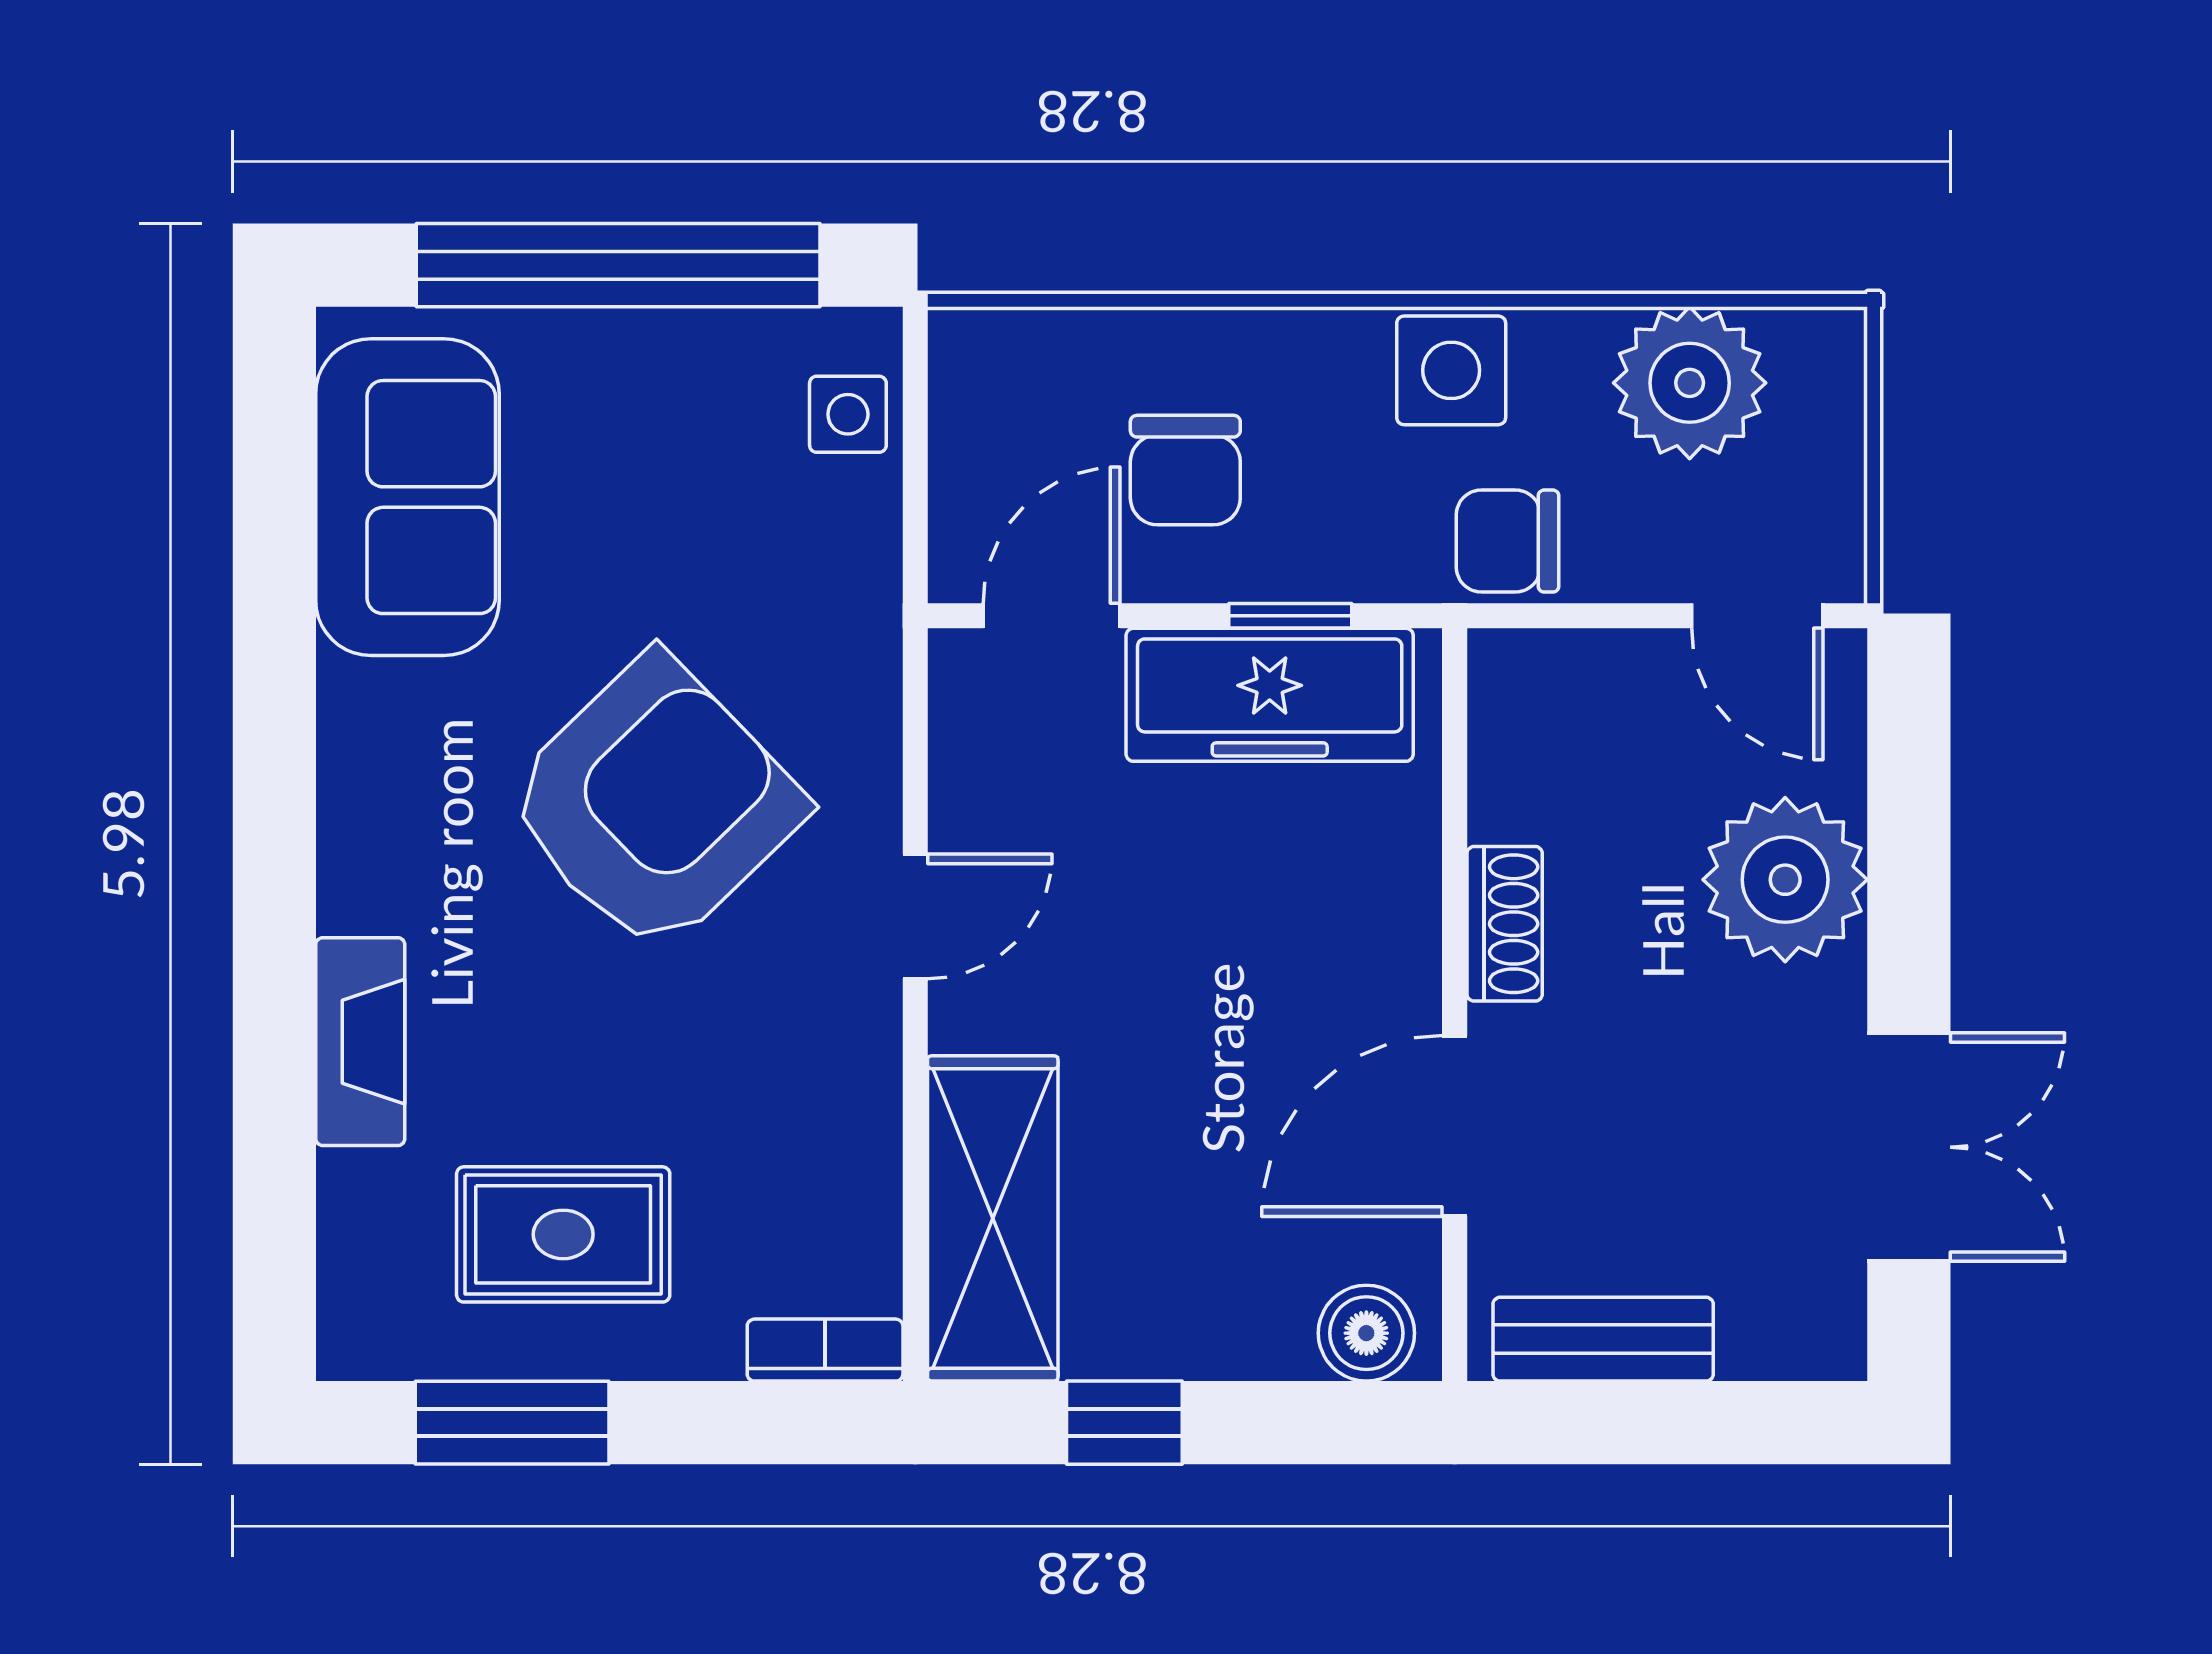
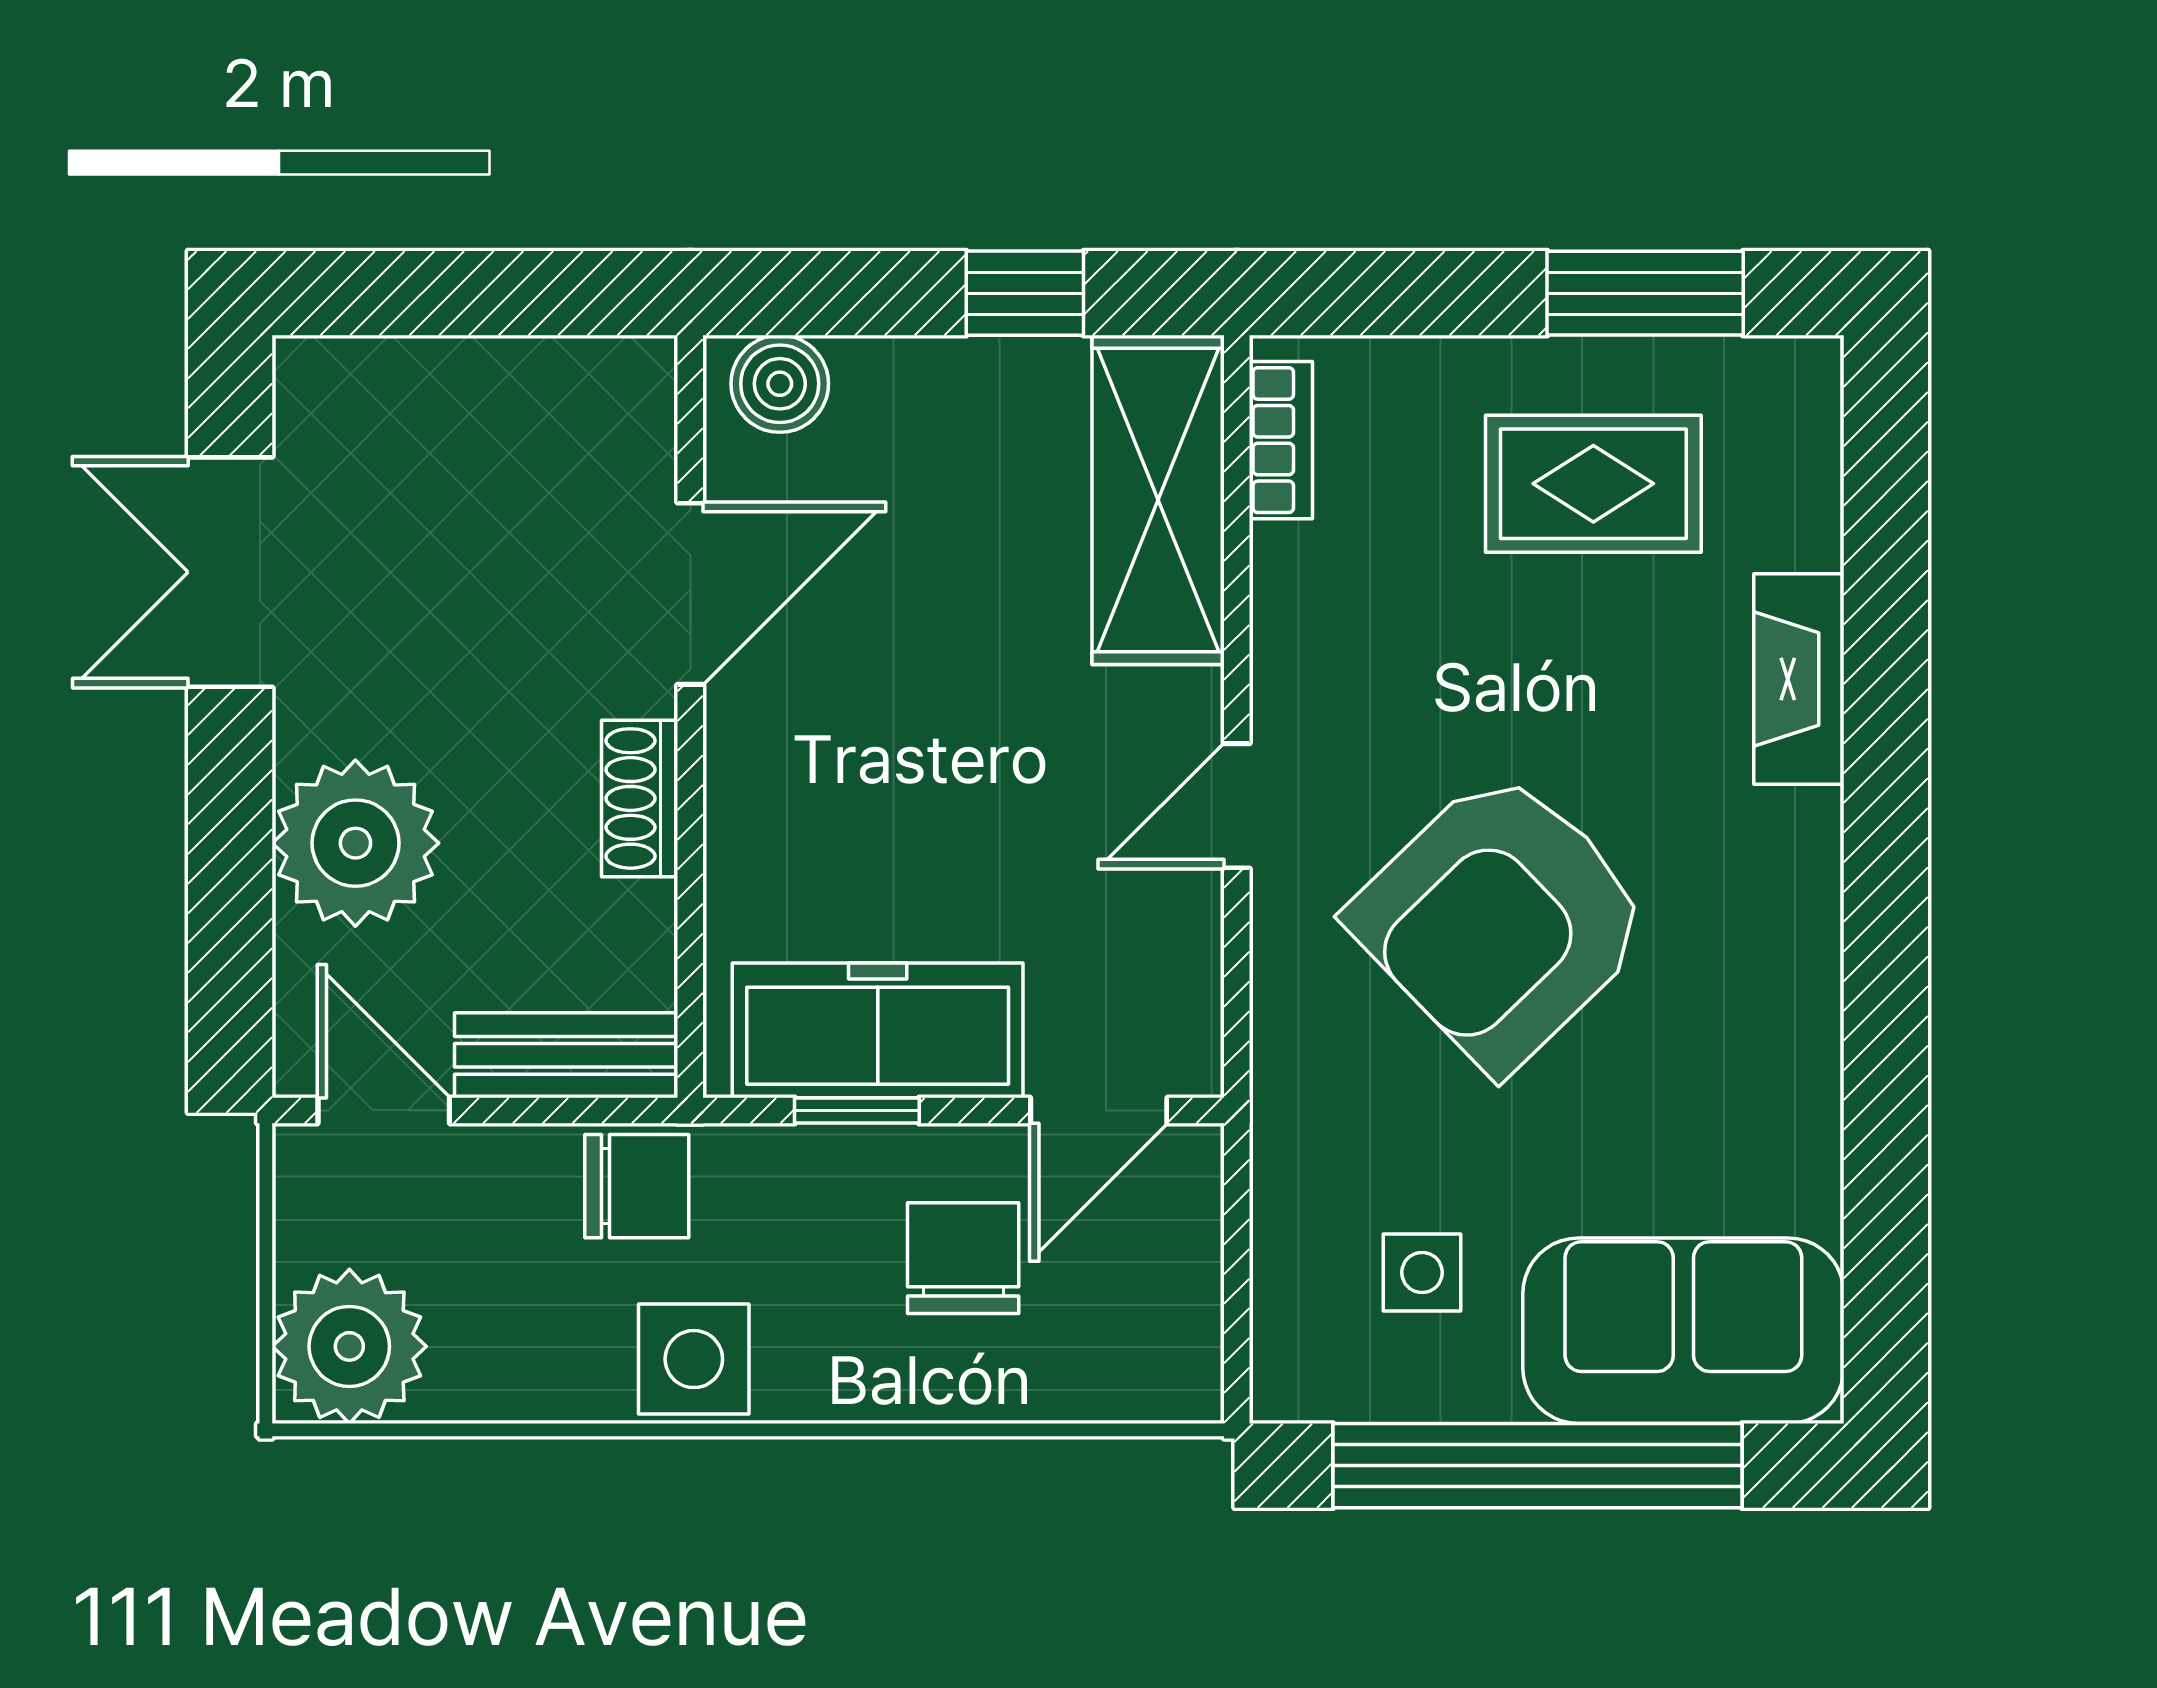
plant: (1690, 383) -> (349, 1346), moved
side table: (848, 414) -> (1422, 1272), moved
sofa: (407, 497) -> (1683, 1331), moved, turned 90
bench: (1603, 1339) -> (566, 1055), moved
bookcase: (825, 1350) -> (1281, 440), moved, turned -90

